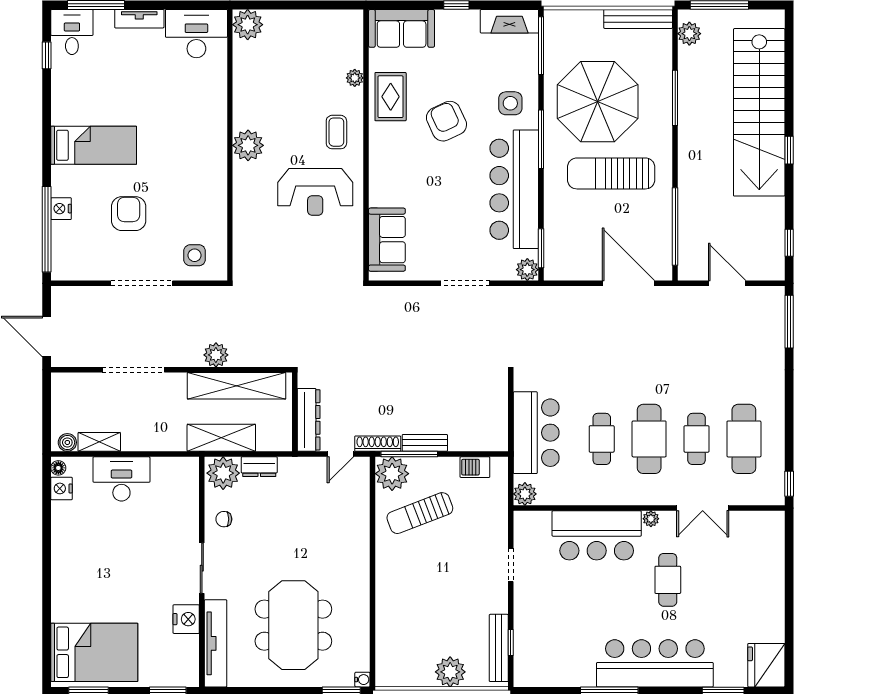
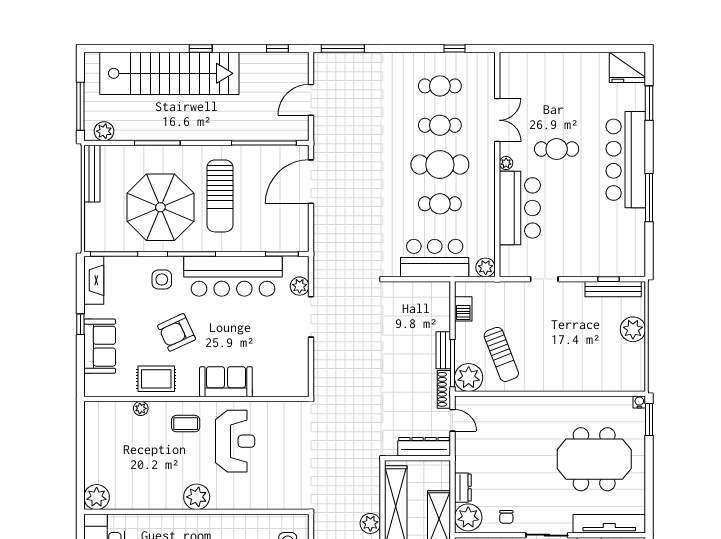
sofa: (402, 28) -> (100, 346), moved
sofa: (387, 240) -> (226, 382), moved
plant: (527, 270) -> (300, 286), moved
cafe table: (744, 439) -> (440, 86), width x0.73, depth x0.74
window: (789, 484) -> (455, 48), moved

